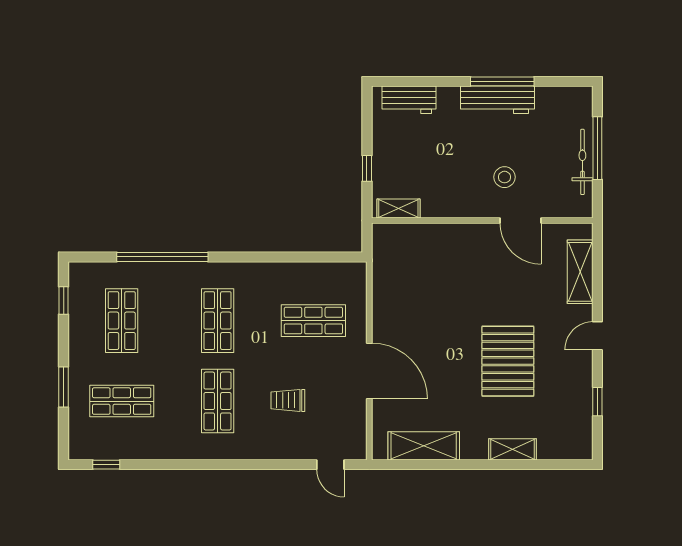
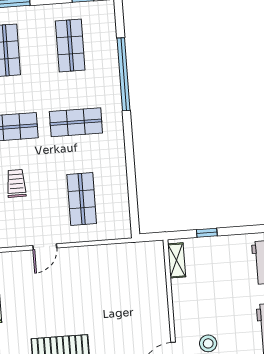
shop shelf: (122, 321) -> (70, 45), turned 90
door: (369, 371) -> (45, 247), width x0.53

